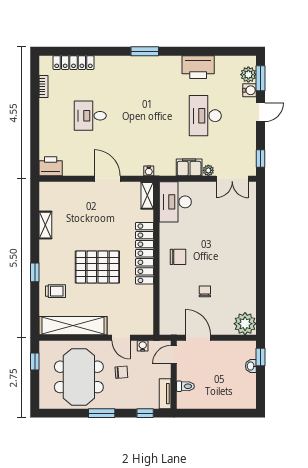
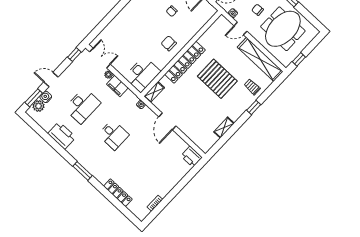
locker: (73, 63) -> (118, 193), moved
desk: (90, 116) -> (114, 135), moved
door: (121, 338) -> (240, 29), swing flipped

